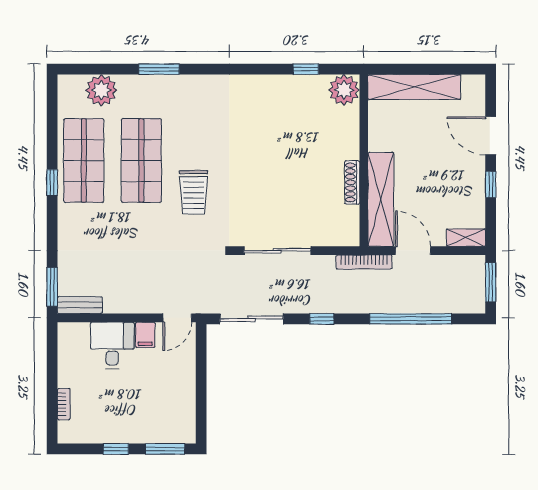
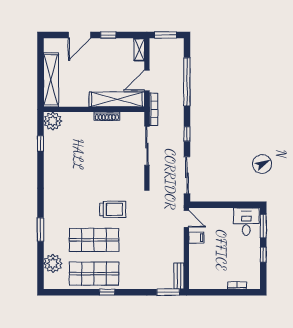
sliding door: (277, 251) -> (147, 146), moved
desk: (112, 345) -> (246, 222), moved, turned 90

